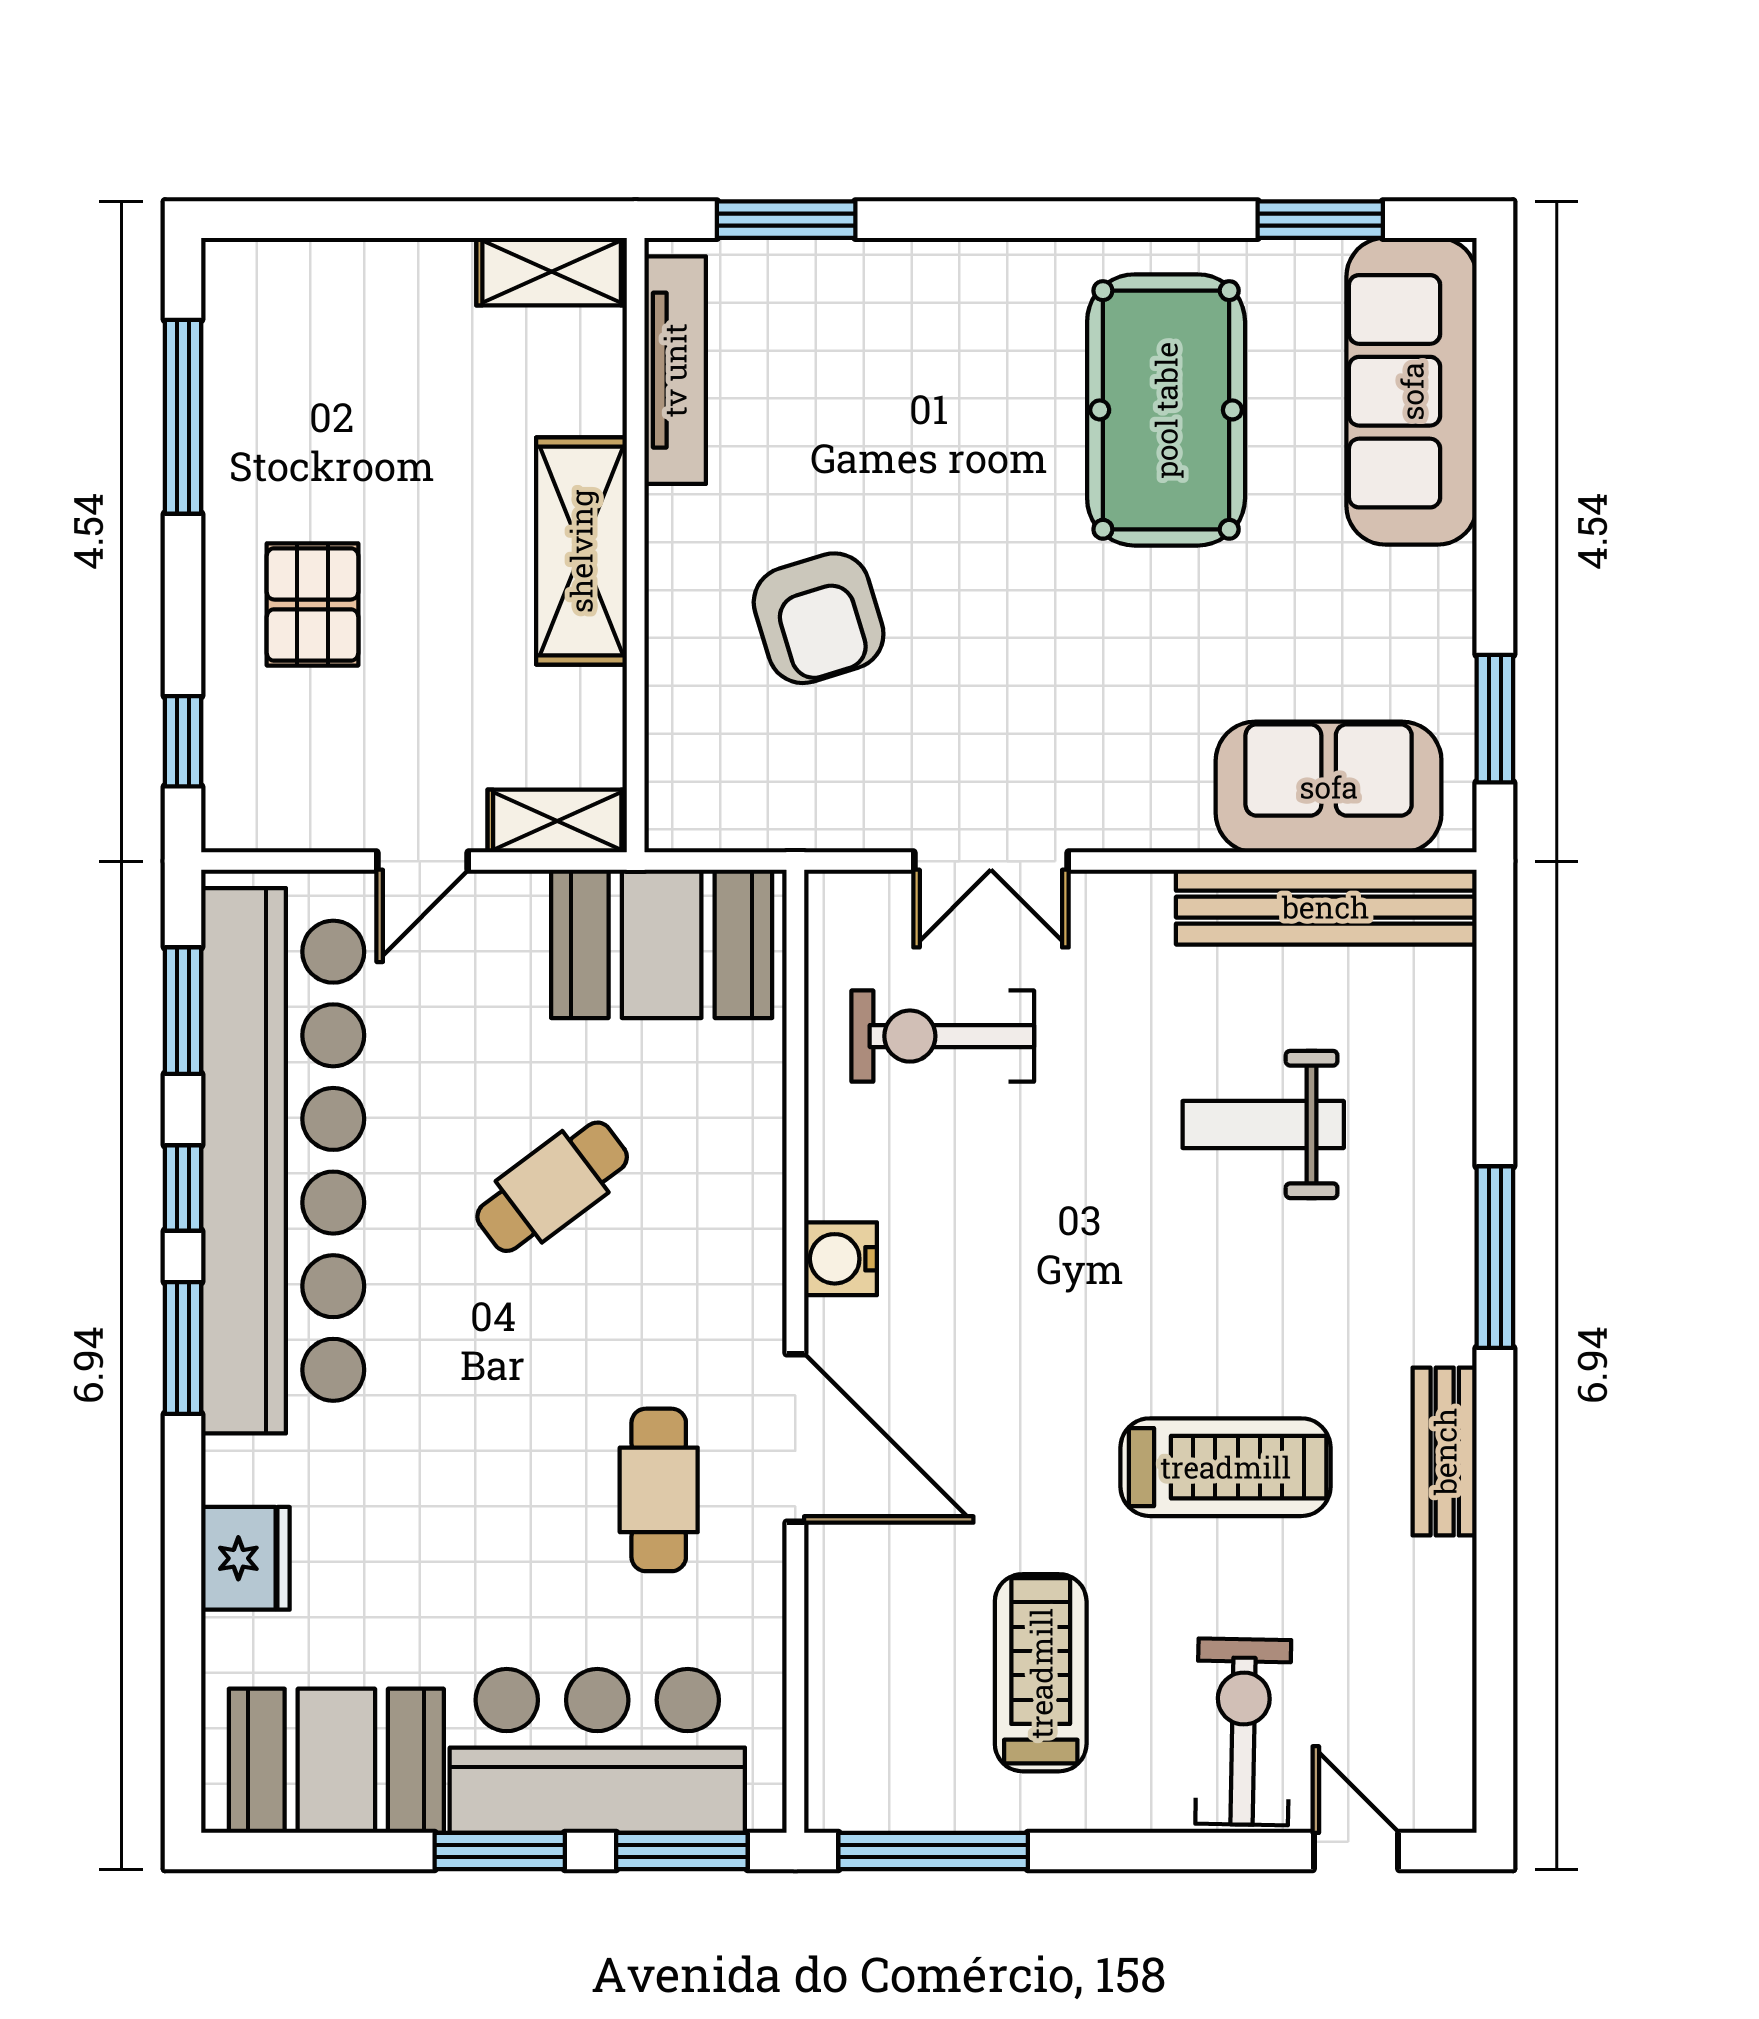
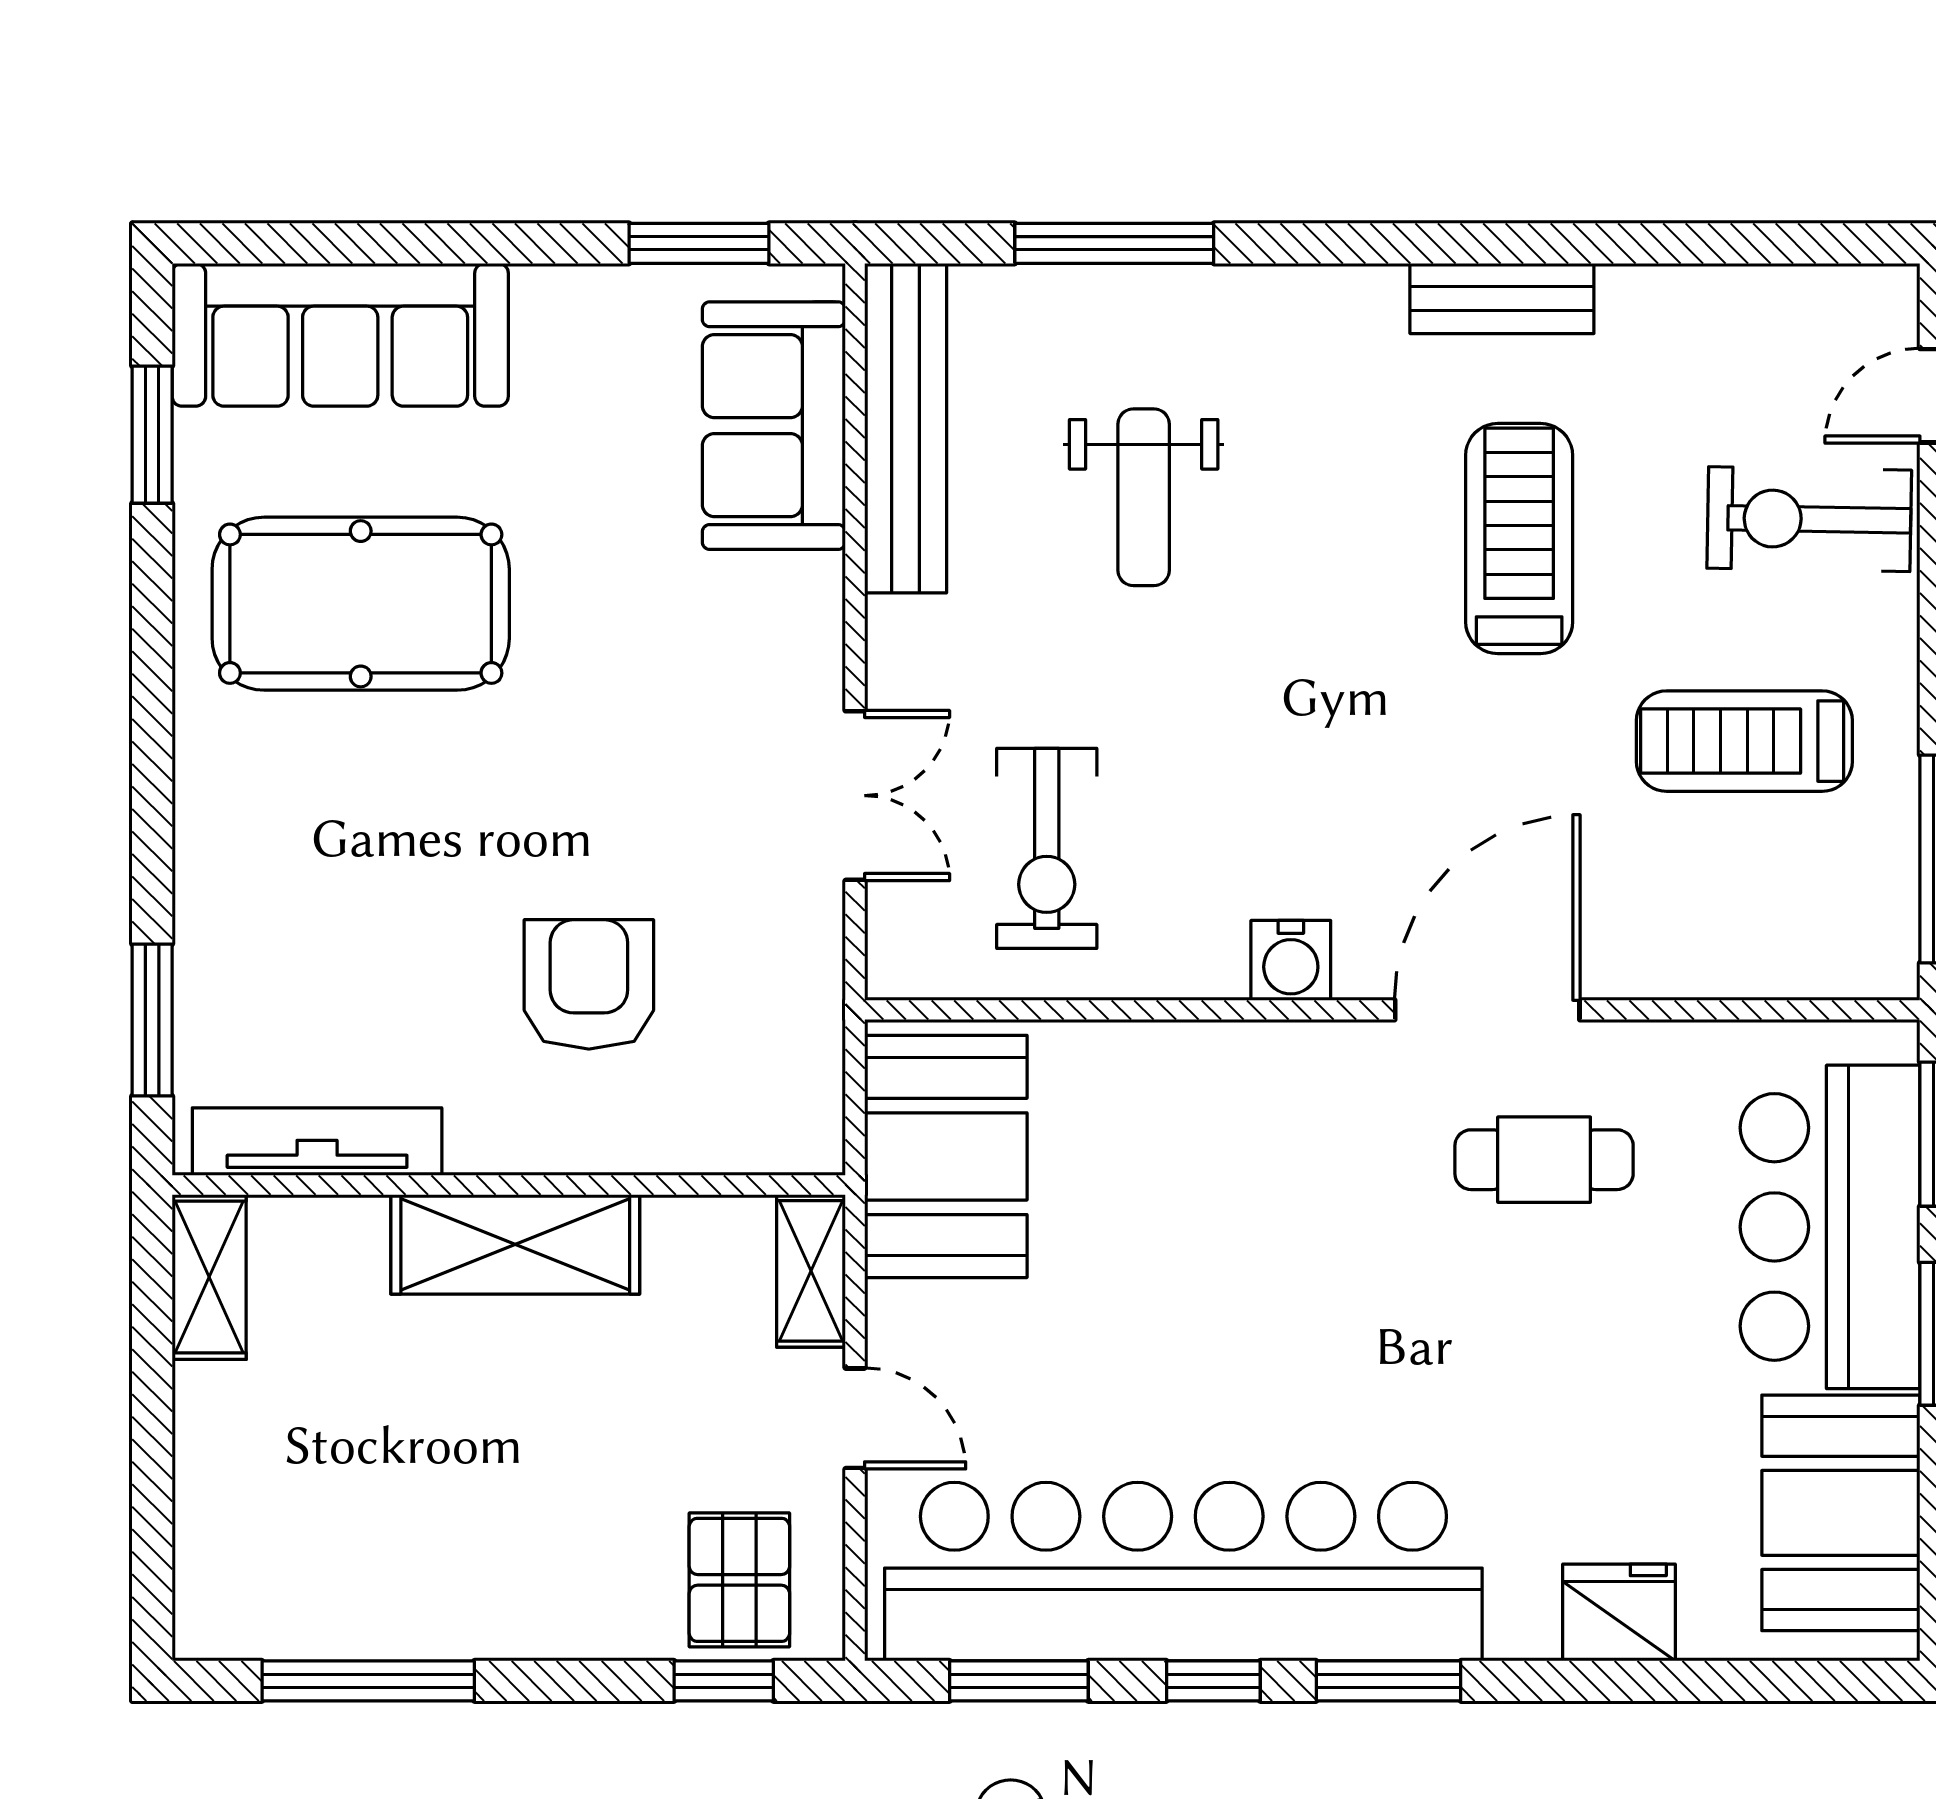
pallet: (312, 604) -> (739, 1580), moved, turned 90
armchair: (819, 618) -> (589, 984), turned -73
cafe table: (552, 1187) -> (1212, 1276), removed
window: (1495, 1257) -> (1114, 243), moved

